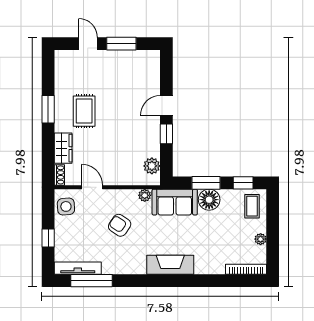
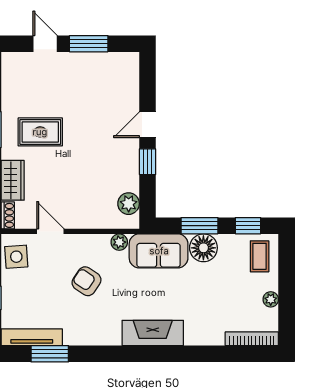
rug: (84, 111) -> (40, 132), turned 90
window: (92, 281) -> (50, 354), width x0.69

